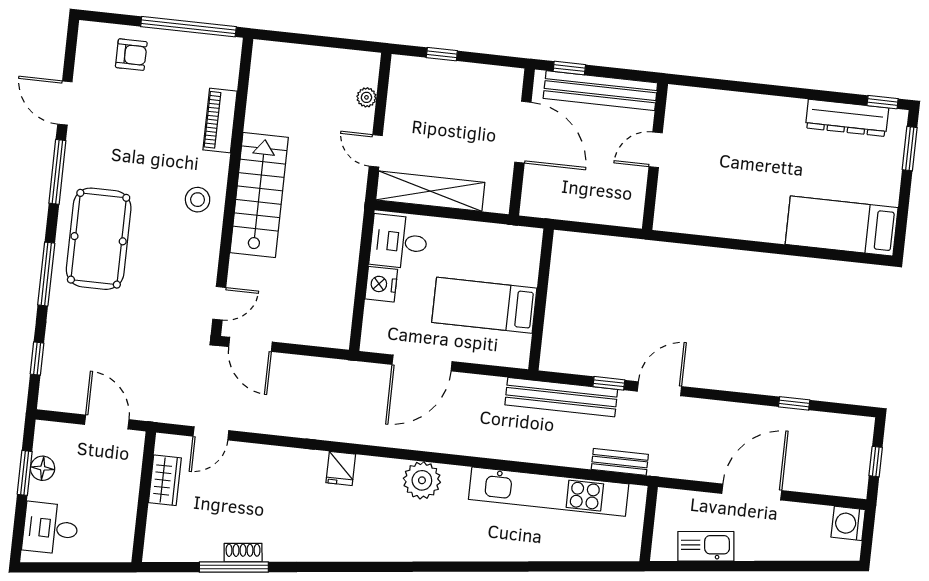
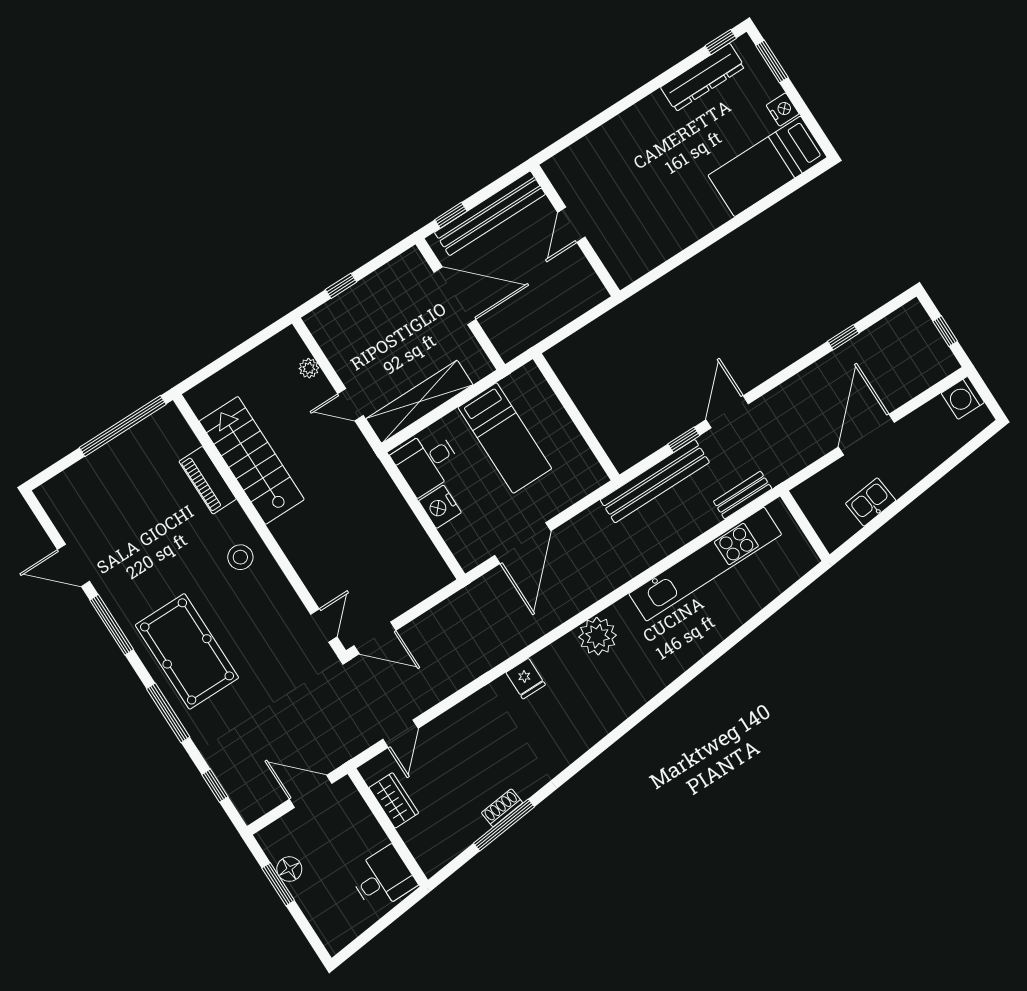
armchair: (131, 55) -> (95, 485), removed
nightstand: (888, 192) -> (783, 110), added
stairs: (259, 195) -> (252, 460), moved
bed: (484, 305) -> (505, 438), moved, turned -90
desk: (50, 528) -> (383, 879), moved, turned 180
kitchen sink: (706, 546) -> (871, 502), width x0.73

